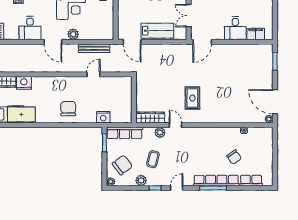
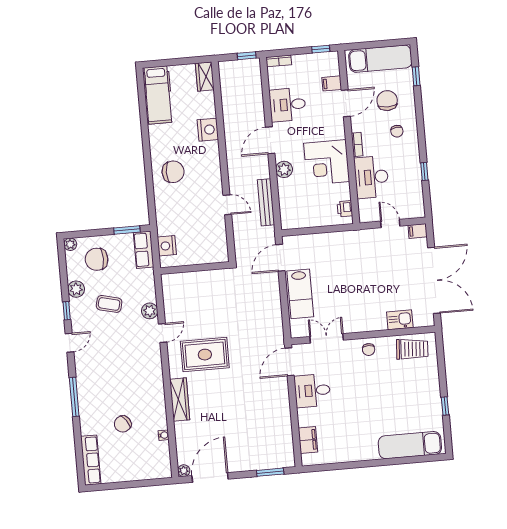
desk: (235, 28) -> (312, 391), moved
door: (202, 42) -> (289, 362), hinge flipped
nightstand: (24, 83) -> (208, 130), moved
rug: (192, 98) -> (205, 355), width x1.36, depth x1.43
nightstand: (103, 117) -> (167, 246), moved
wardrobe: (150, 118) -> (180, 399), moved
row of seats: (125, 133) -> (144, 250), width x0.68
chair: (122, 165) -> (97, 259), turned 127
row of seats: (216, 181) -> (86, 401), removed
row of seats: (251, 181) -> (91, 460), width x1.48
door: (177, 188) -> (69, 343), hinge flipped

